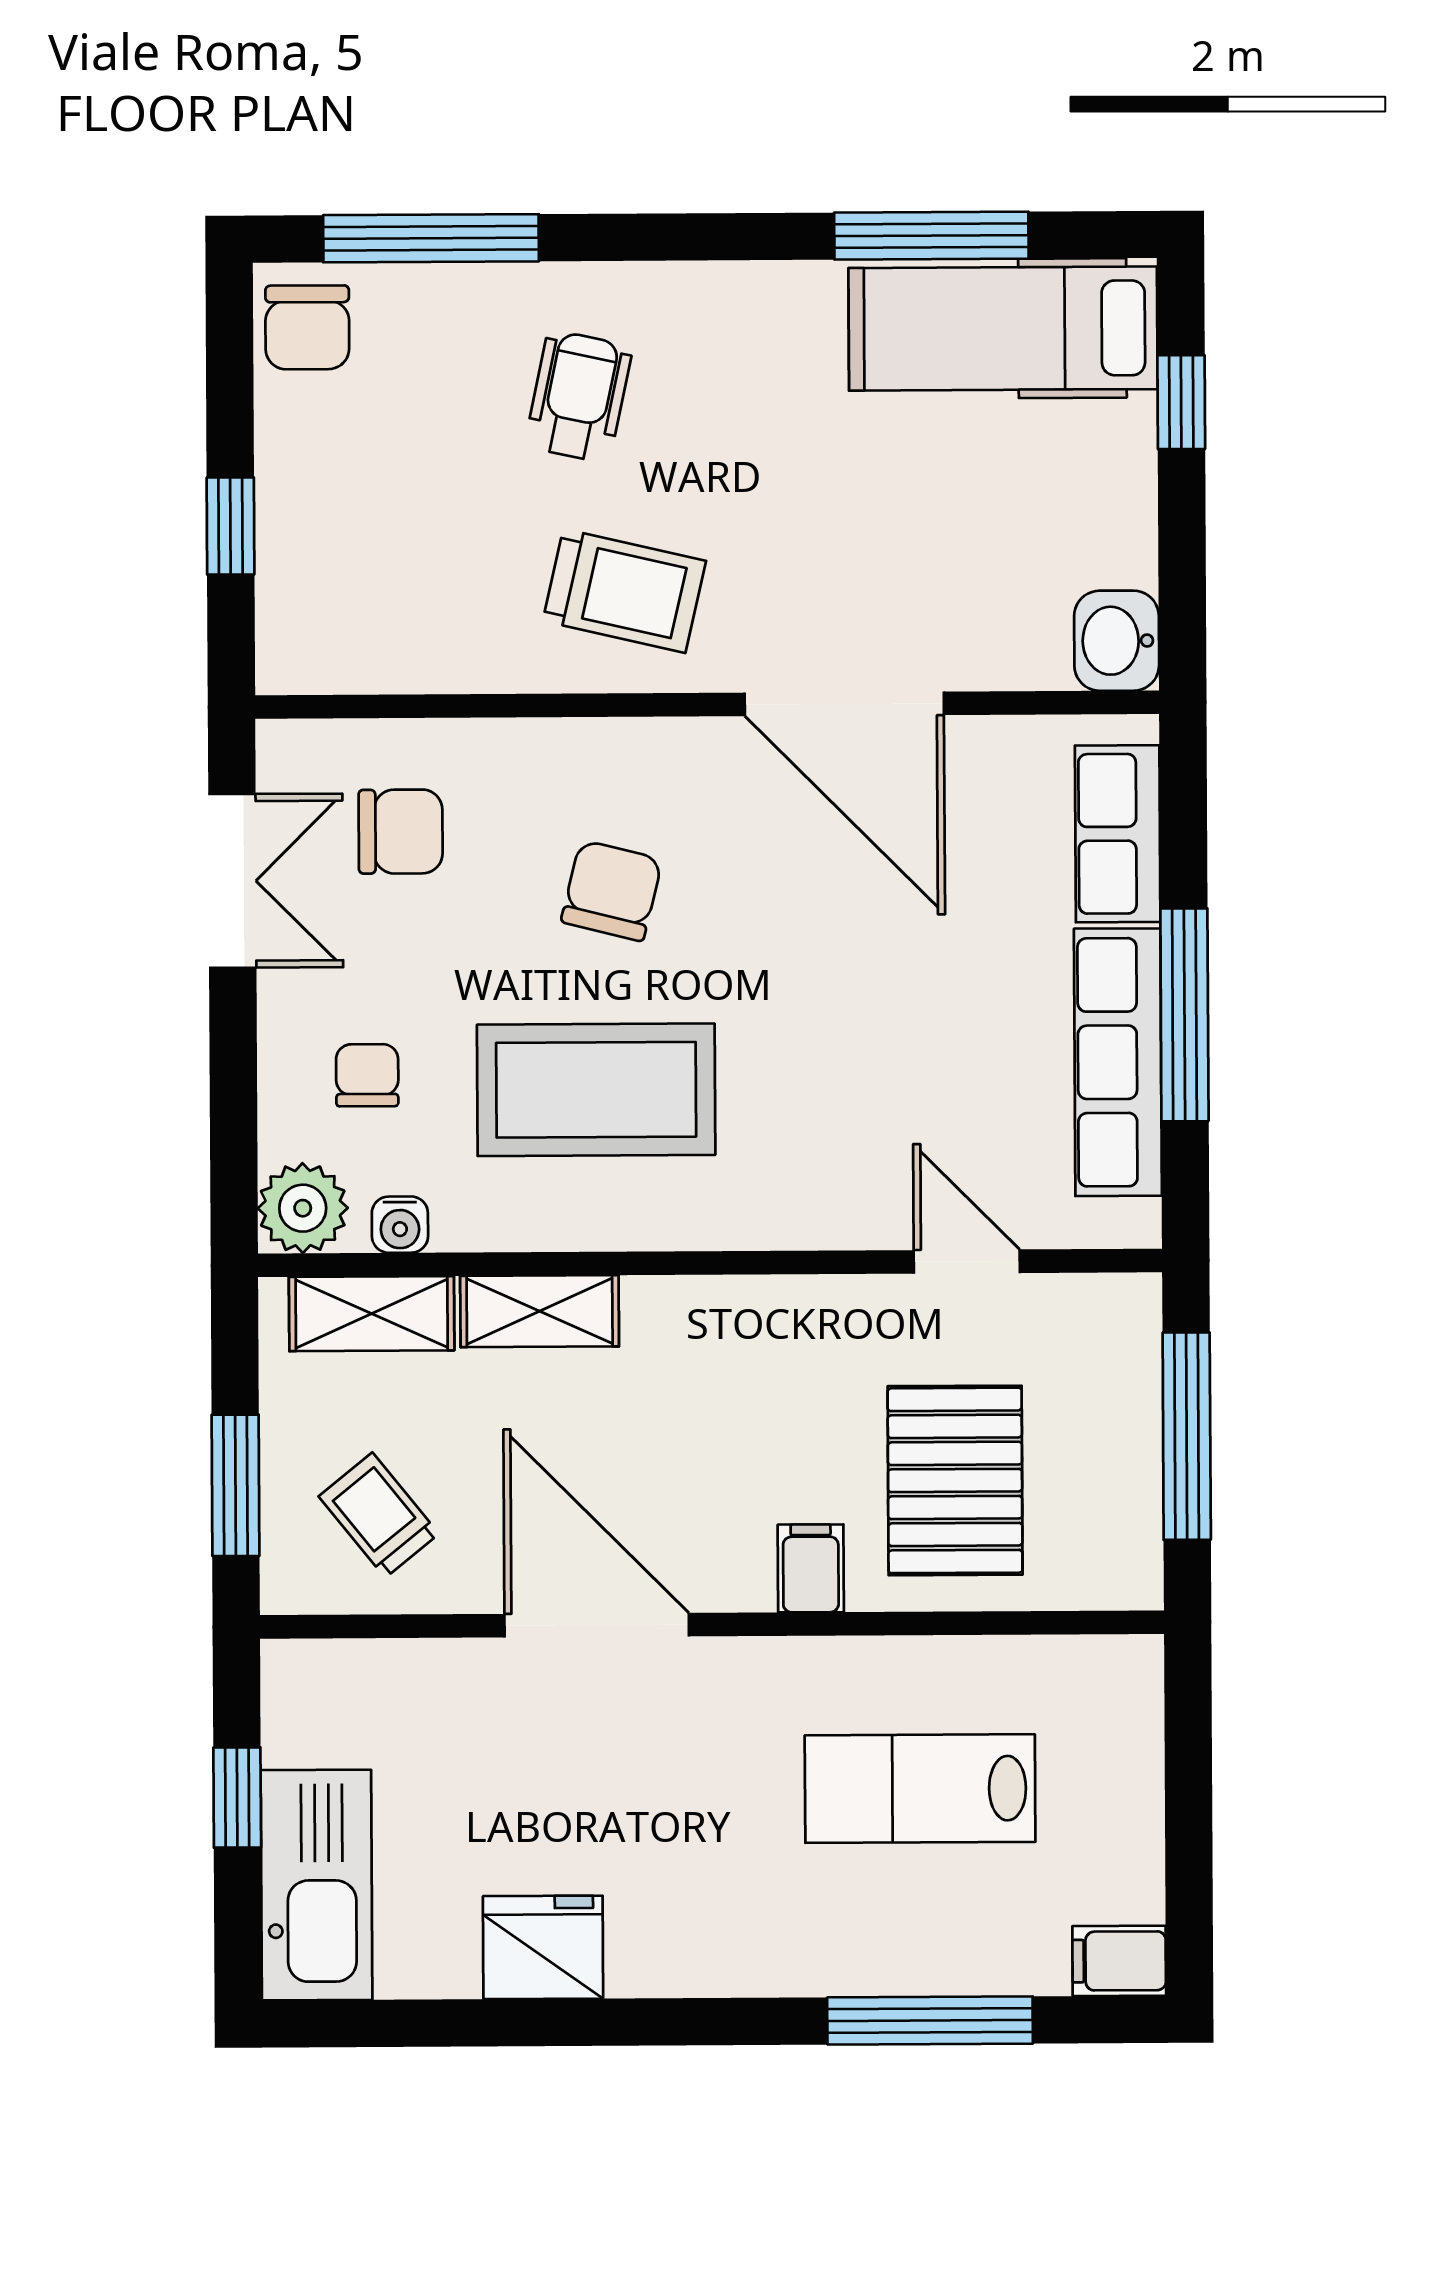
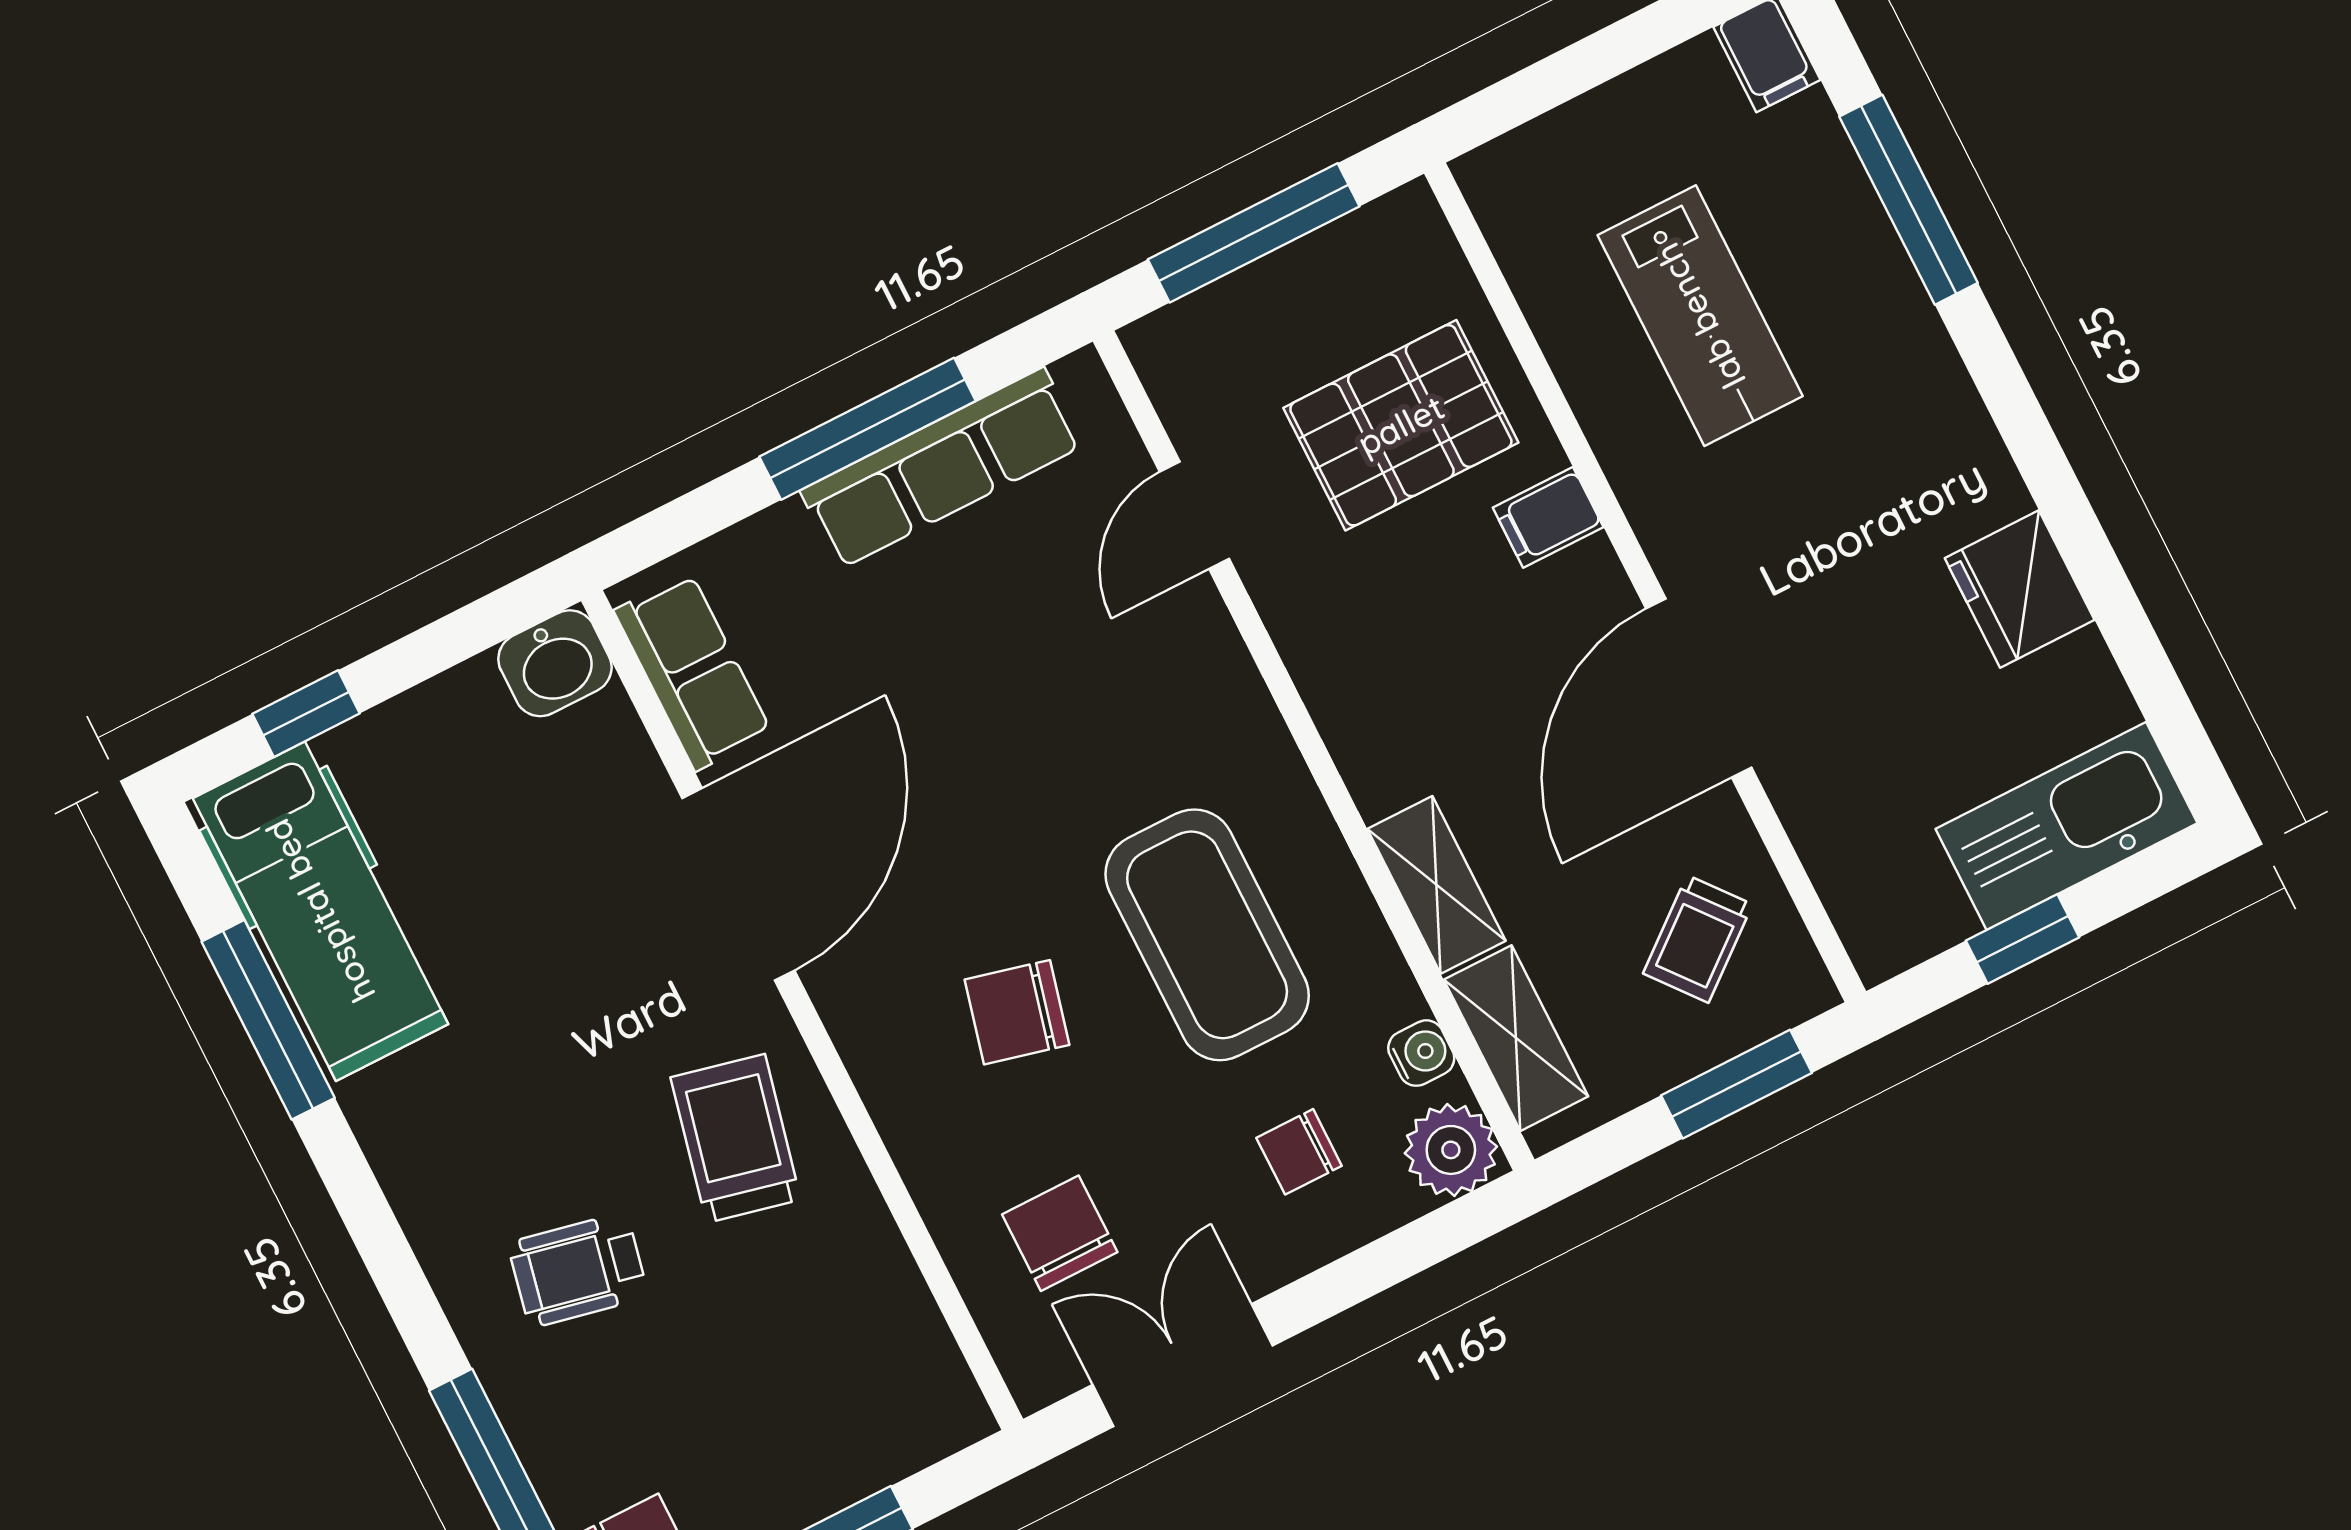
row of seats: (1118, 834) -> (693, 672), moved, turned -90

